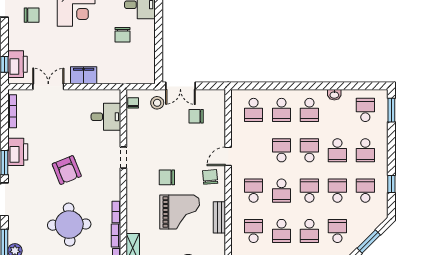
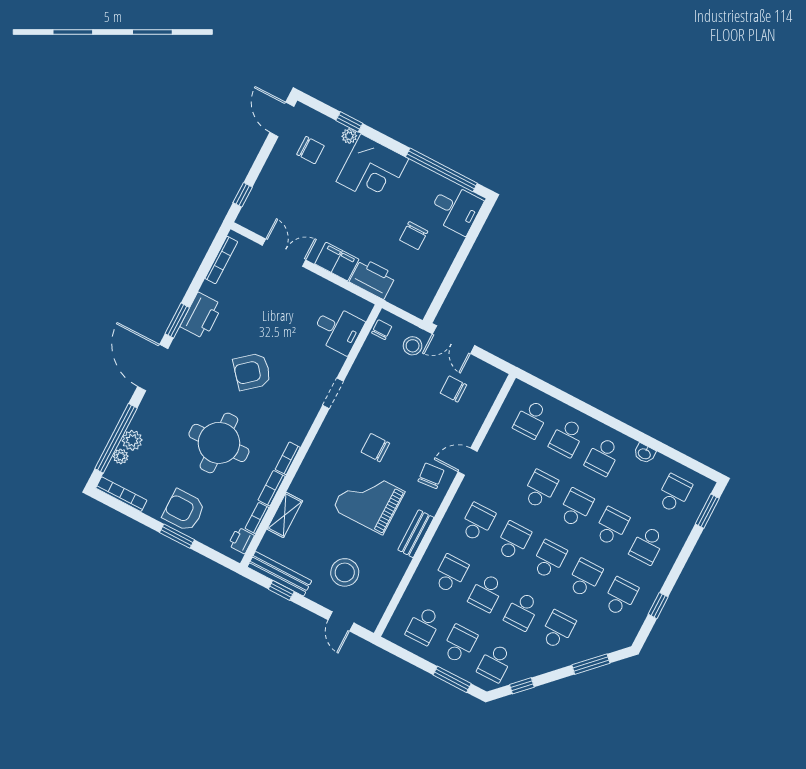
printer: (18, 64) -> (373, 278), moved, turned -90
school desk: (337, 150) -> (611, 527), turned 180
armchair: (67, 170) -> (252, 372), turned 72
school desk: (281, 191) -> (513, 541), turned 180
grand piano: (180, 212) -> (369, 500), turned 180

